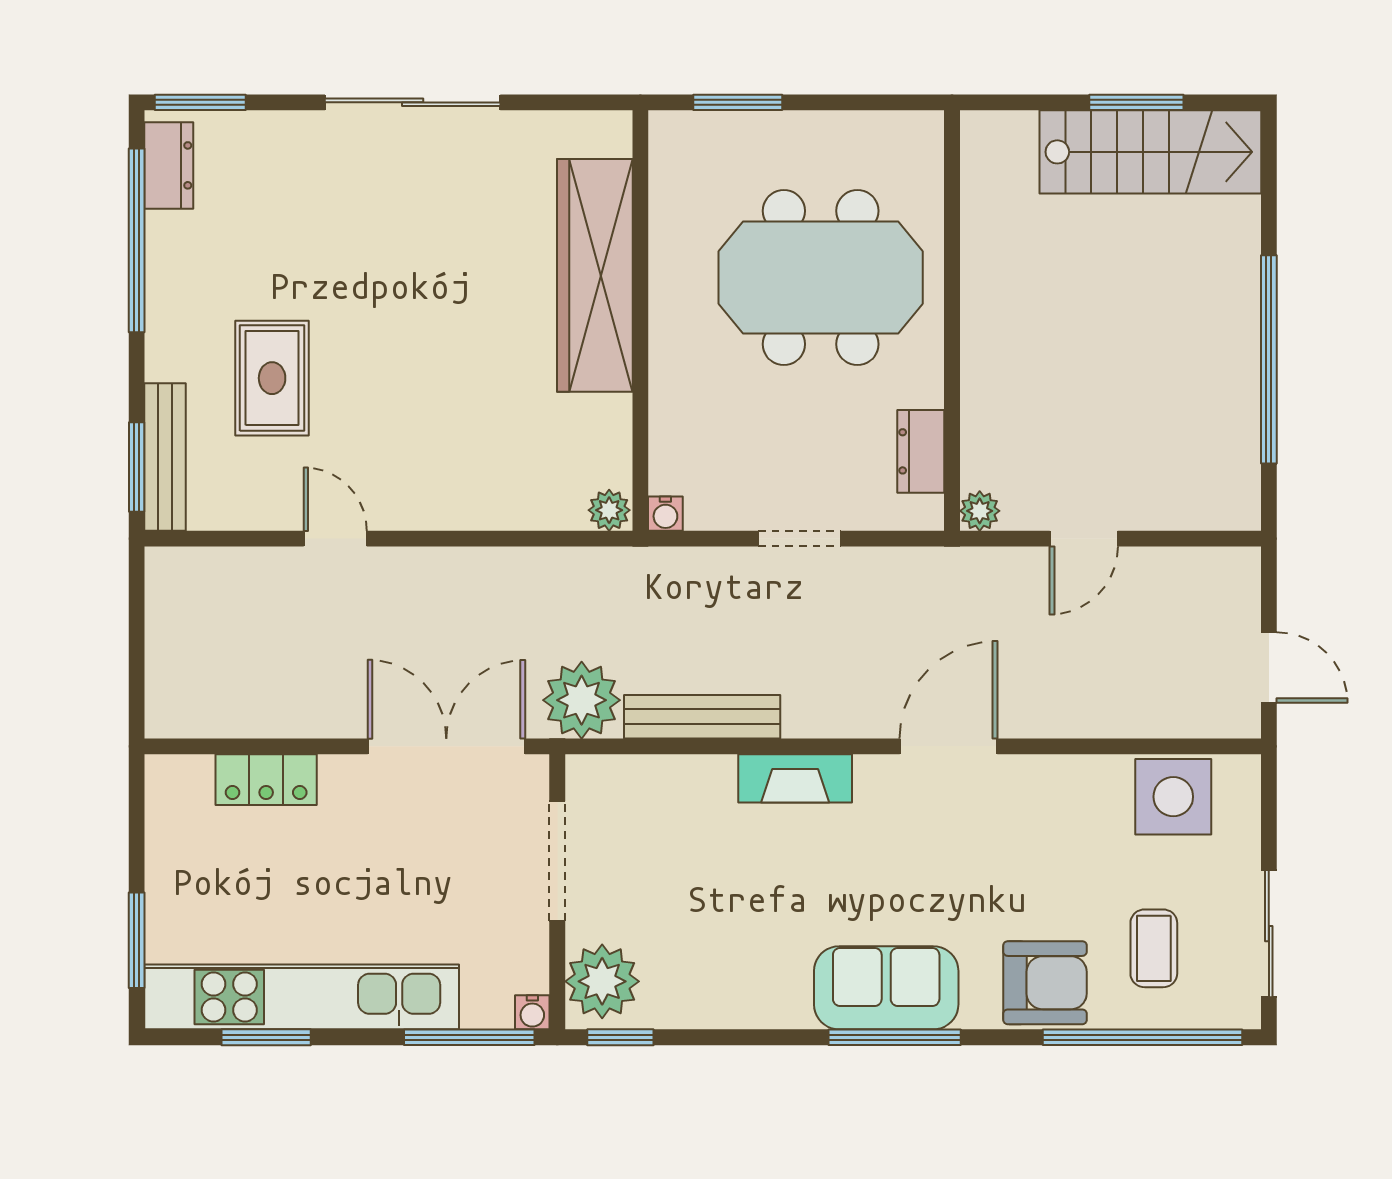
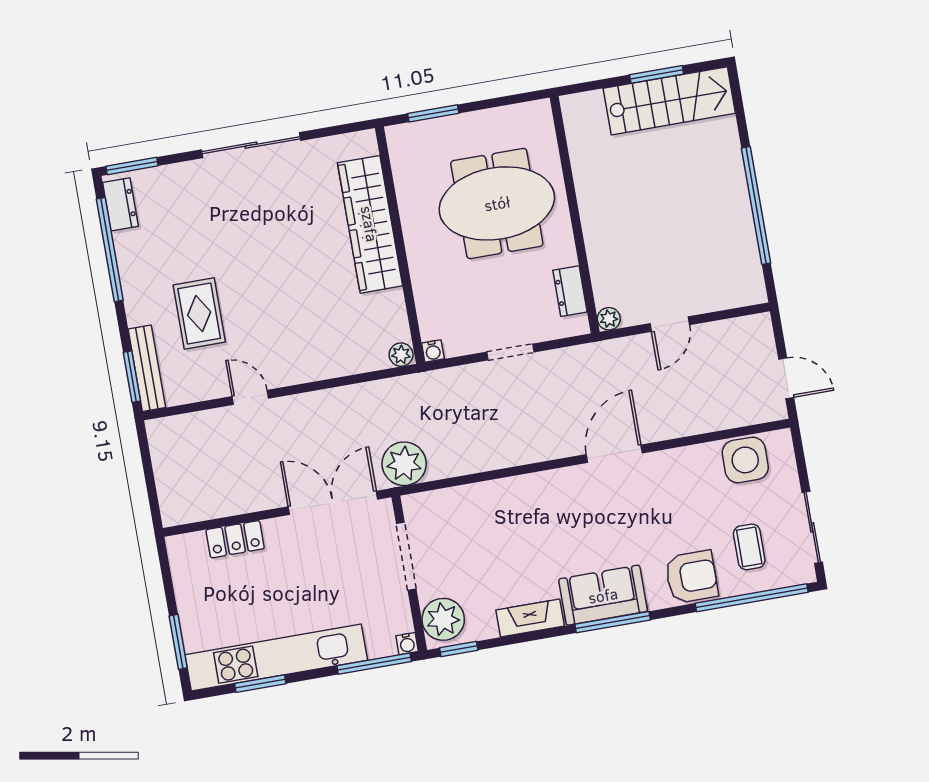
bench: (702, 717) -> (473, 461), removed
fireplace: (795, 778) -> (530, 618), moved, turned 180

